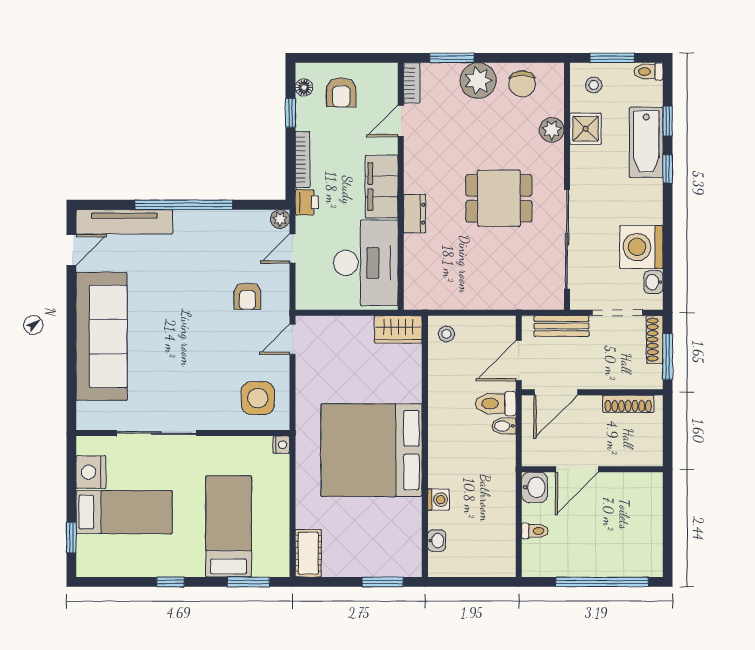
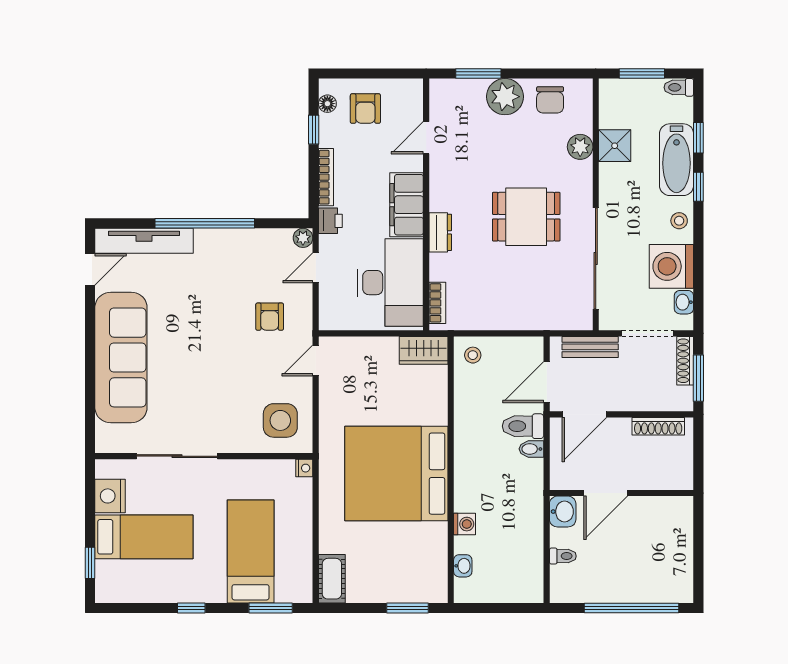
bookcase: (412, 83) -> (437, 303), moved
stool: (594, 85) -> (679, 221), moved

